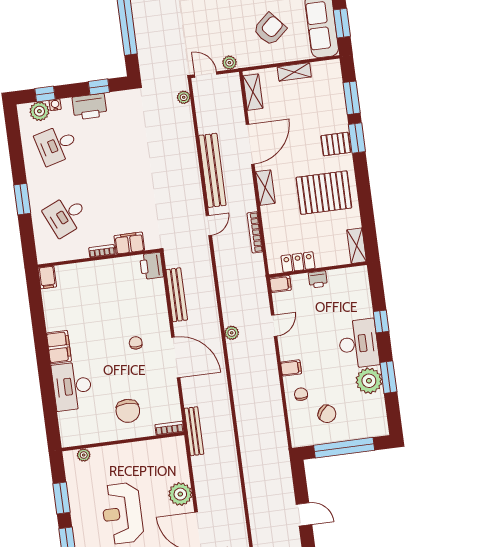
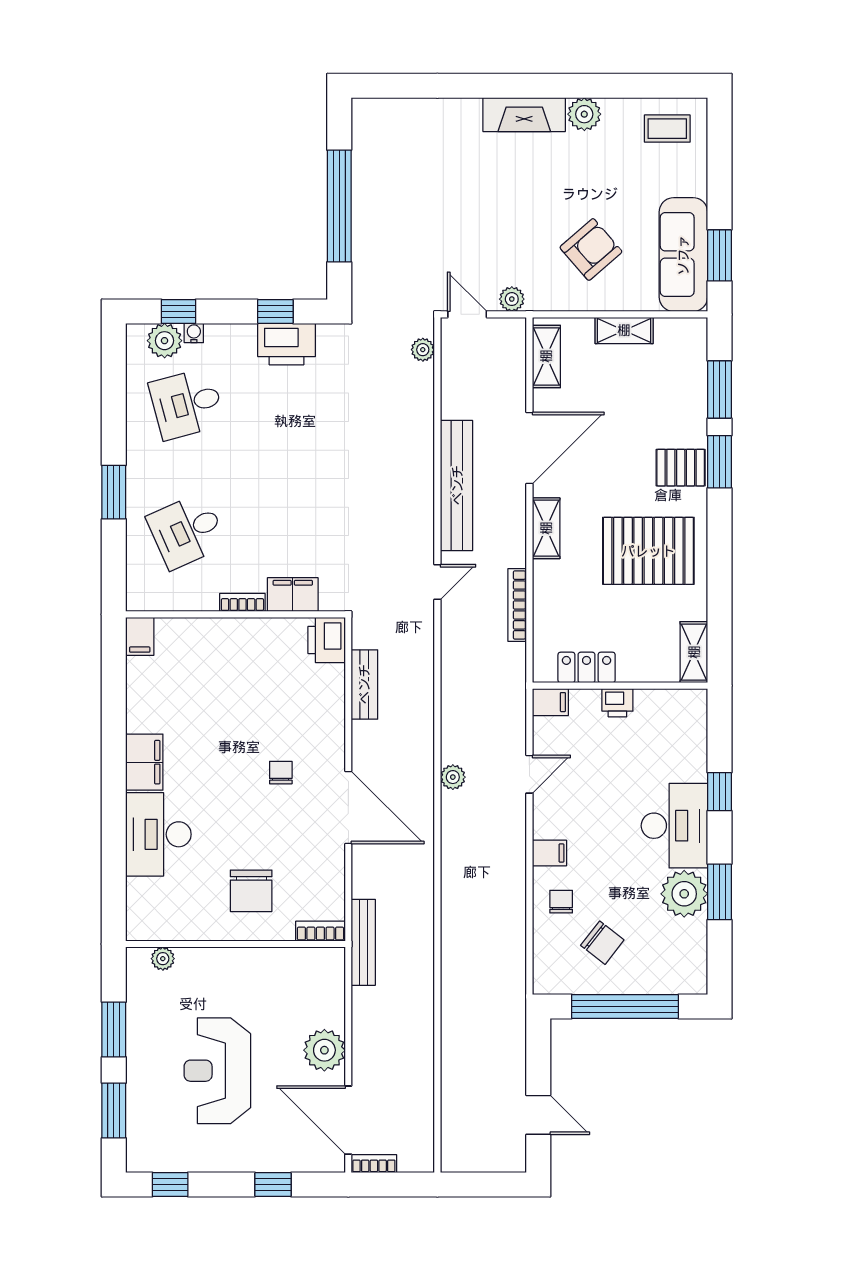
printer: (90, 107) -> (287, 344), moved
bench: (177, 295) -> (364, 684), width x0.73

